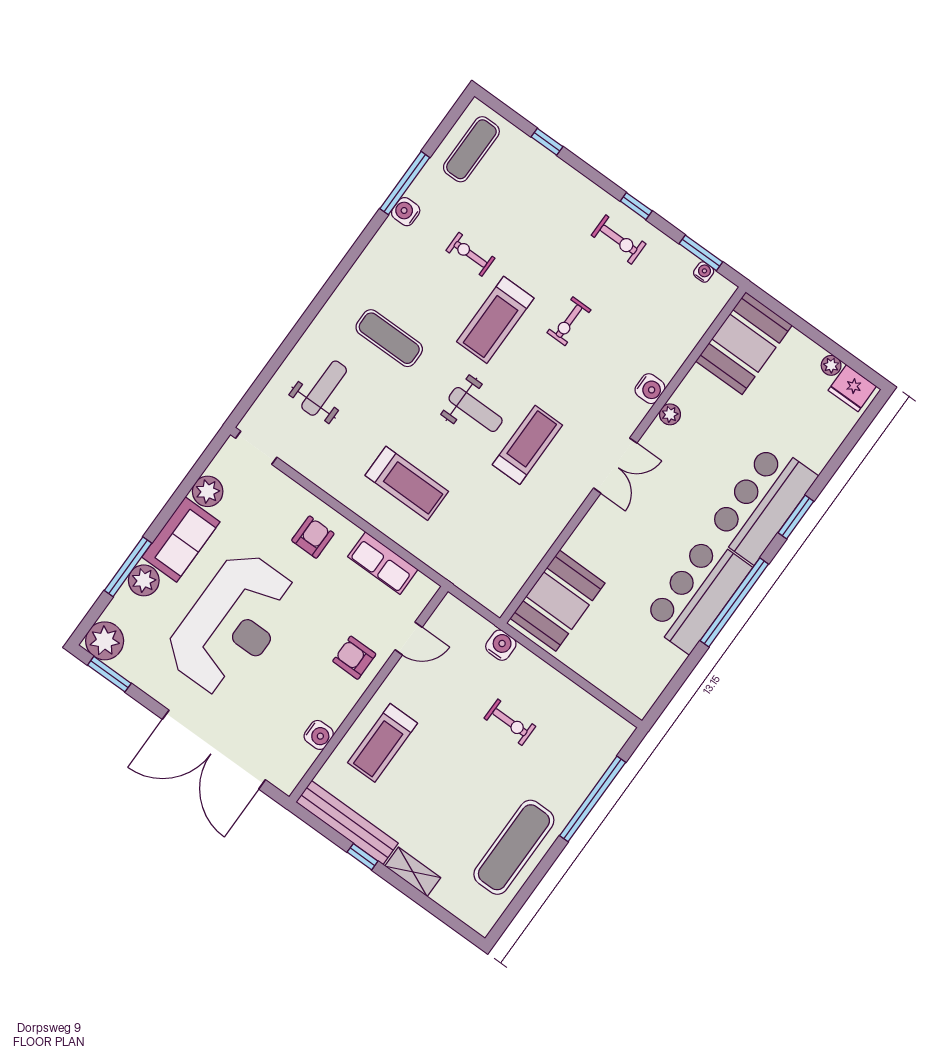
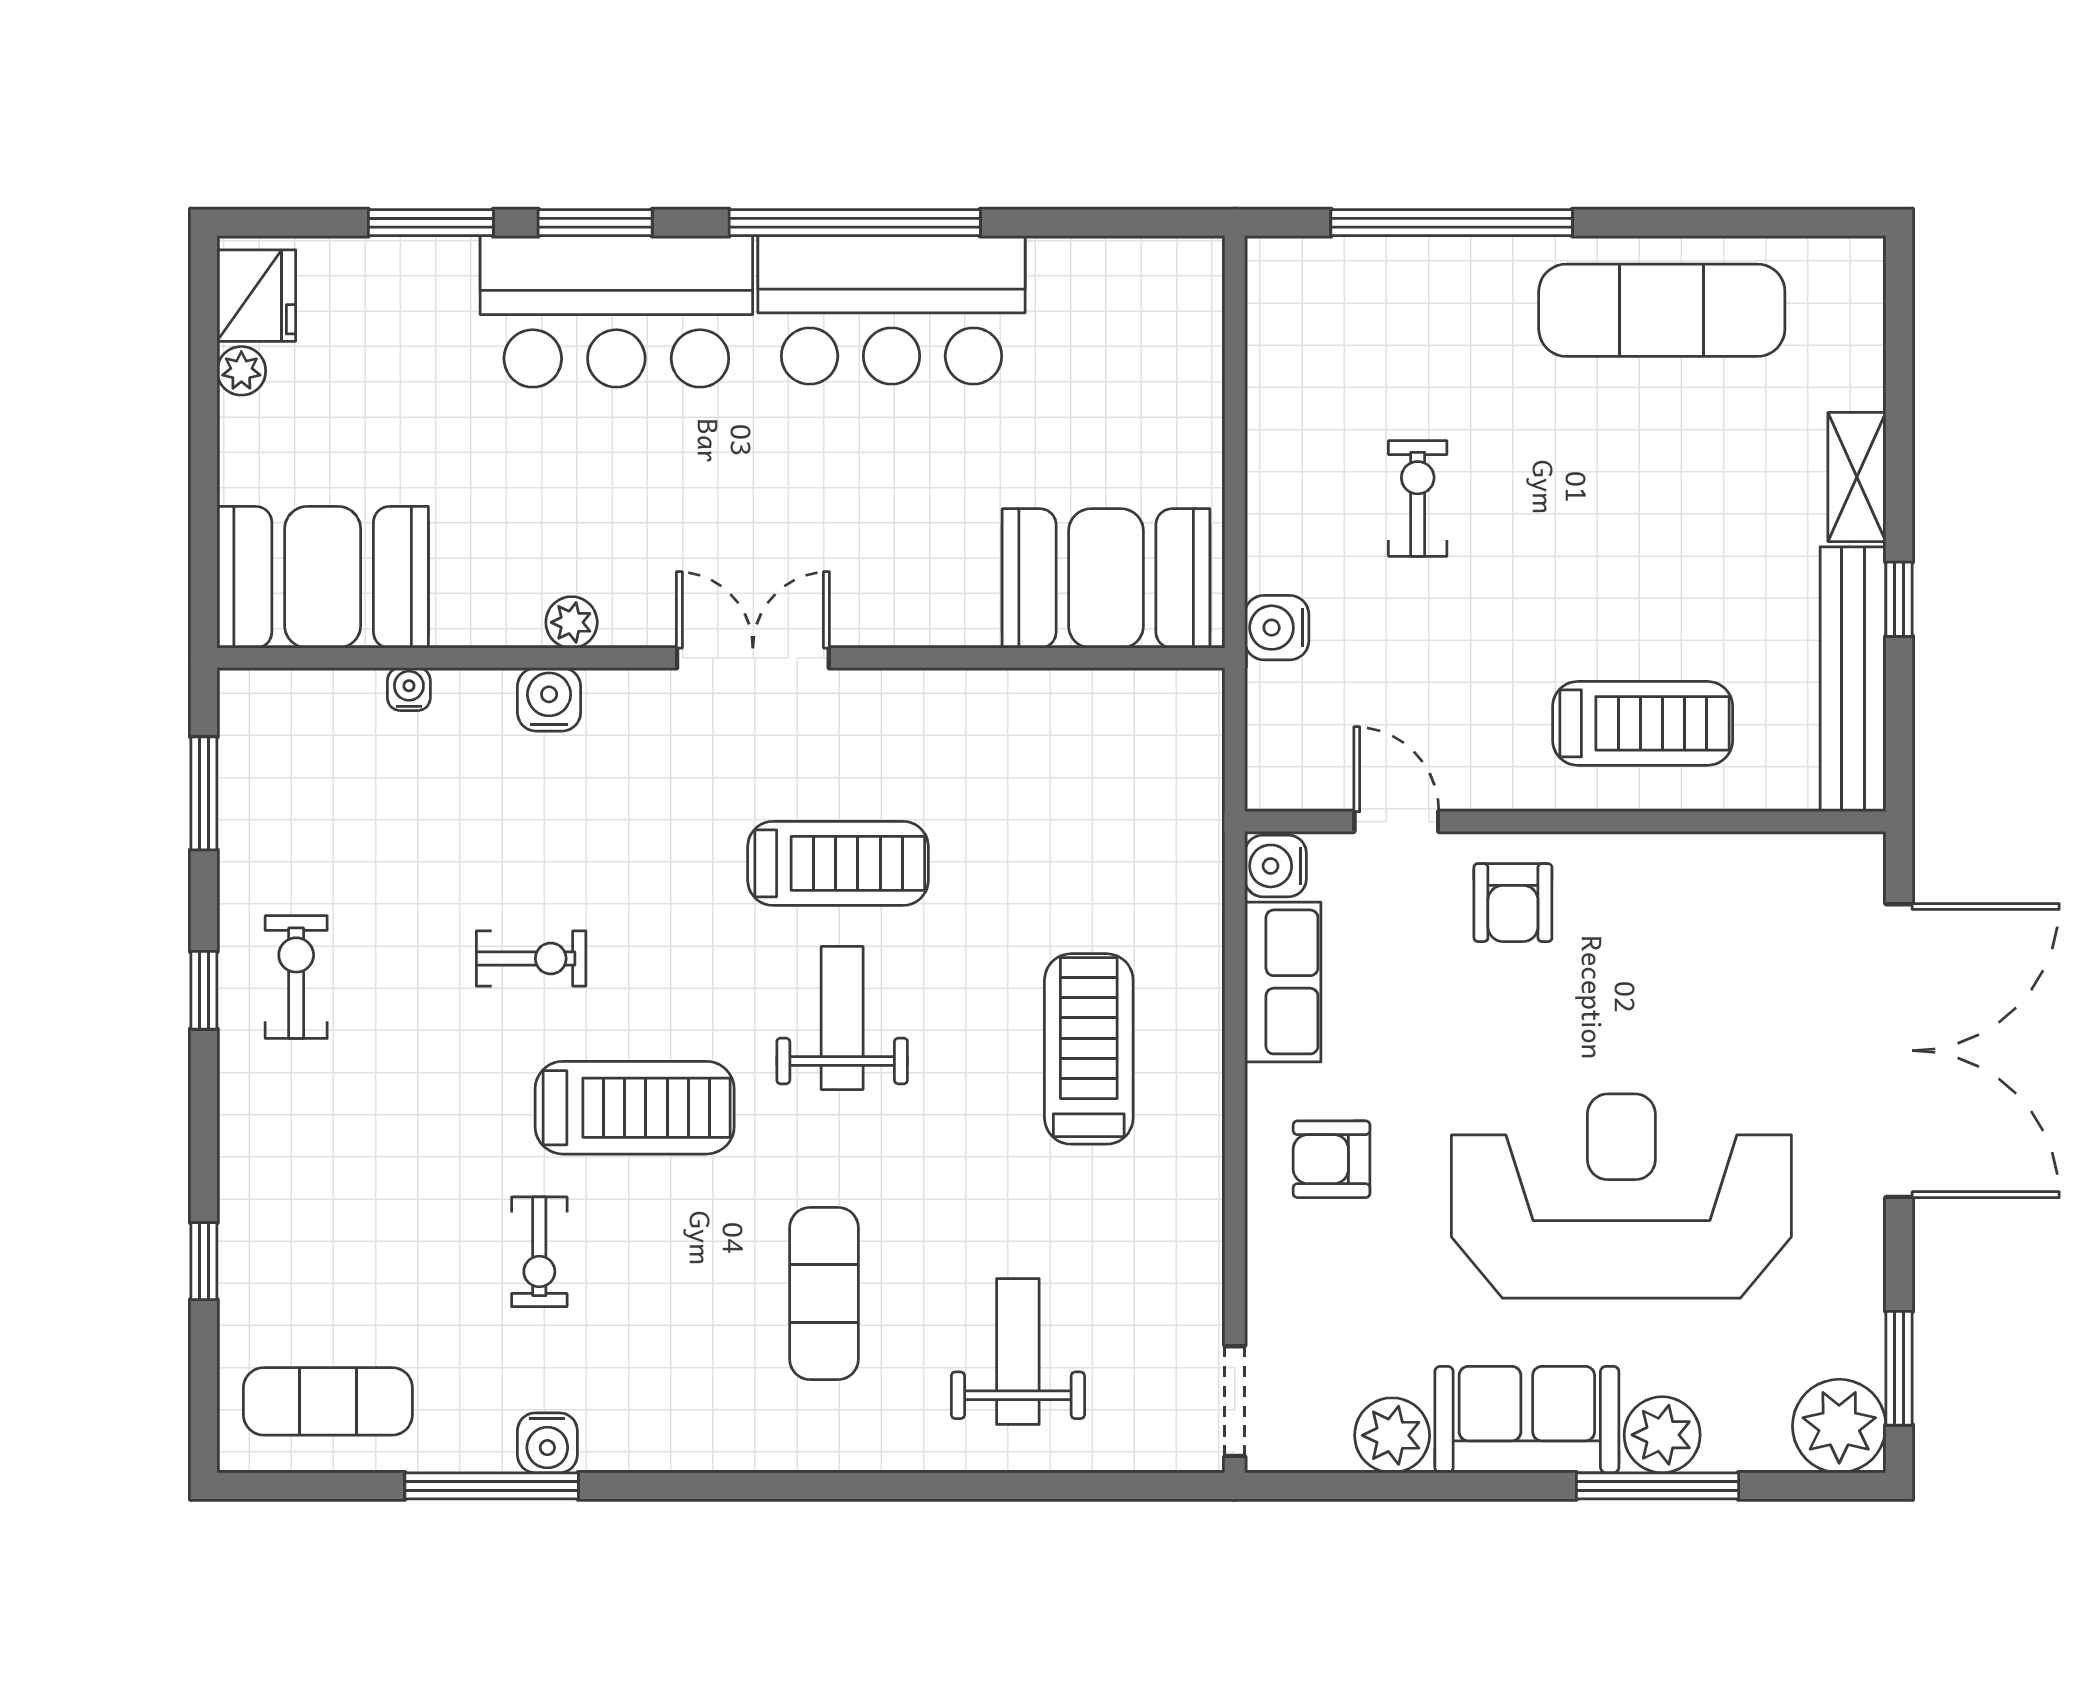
water cooler: (704, 272) -> (409, 689), moved, turned 90
weight bench: (324, 388) -> (1018, 1352), turned 90
treadmill: (527, 445) -> (838, 863), turned 180
window: (835, 463) -> (431, 223), added
water cooler: (319, 735) -> (1276, 866), moved, turned -90

